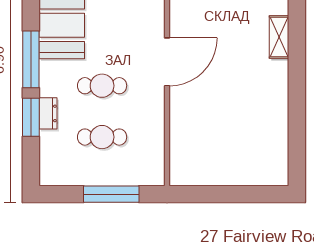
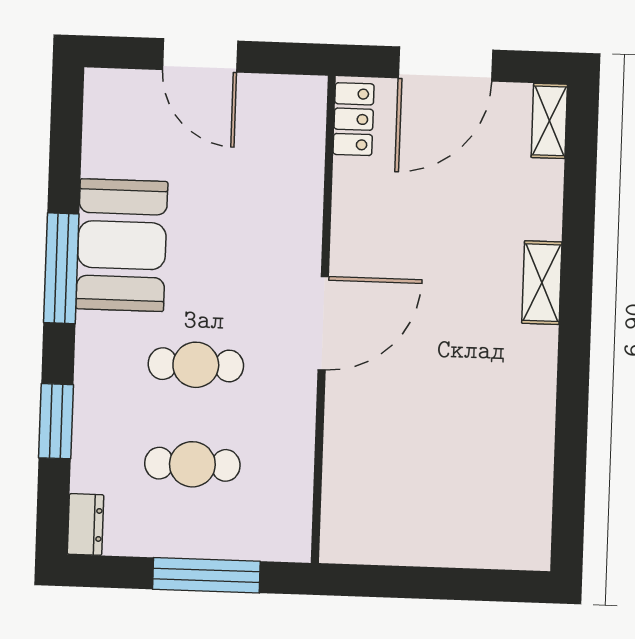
window: (31, 59) -> (61, 268), moved
dresser: (48, 113) -> (86, 524), moved

